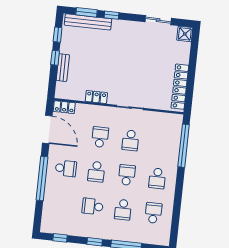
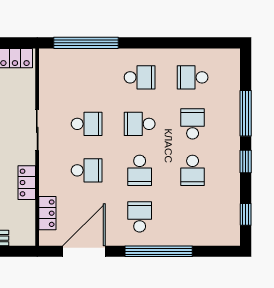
locker: (64, 107) -> (47, 213), moved
school desk: (100, 137) -> (87, 170), turned 180
school desk: (96, 172) -> (140, 170), turned 90
school desk: (123, 210) -> (193, 124), turned -90

